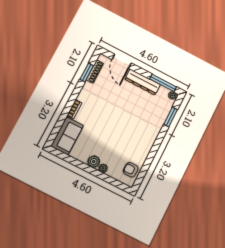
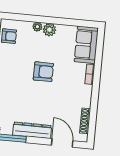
window: (87, 73) -> (93, 117), removed
armchair: (113, 127) -> (43, 72), added

